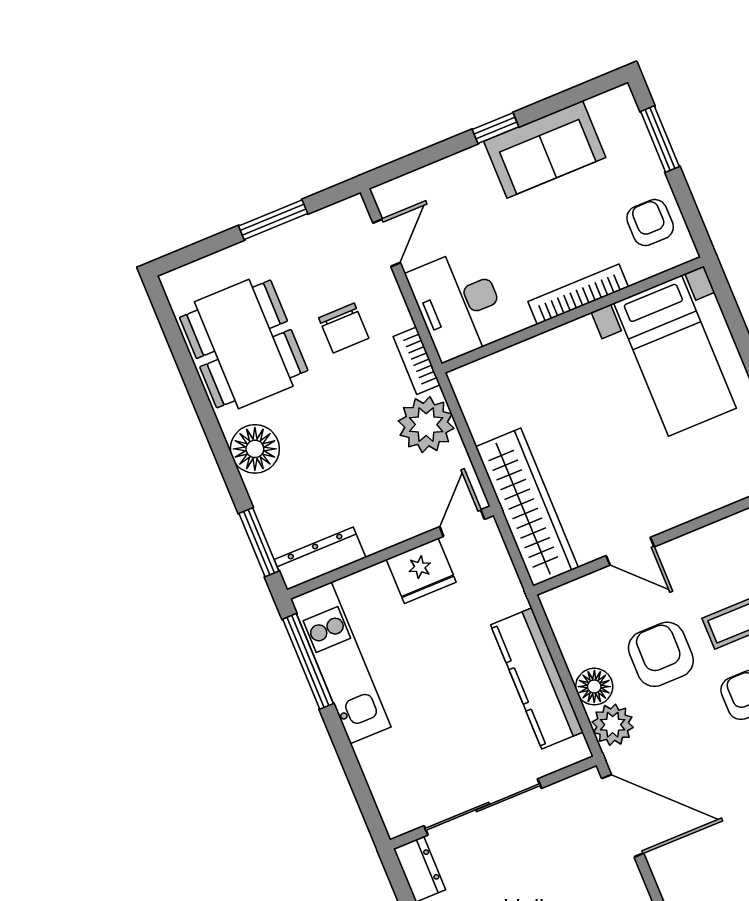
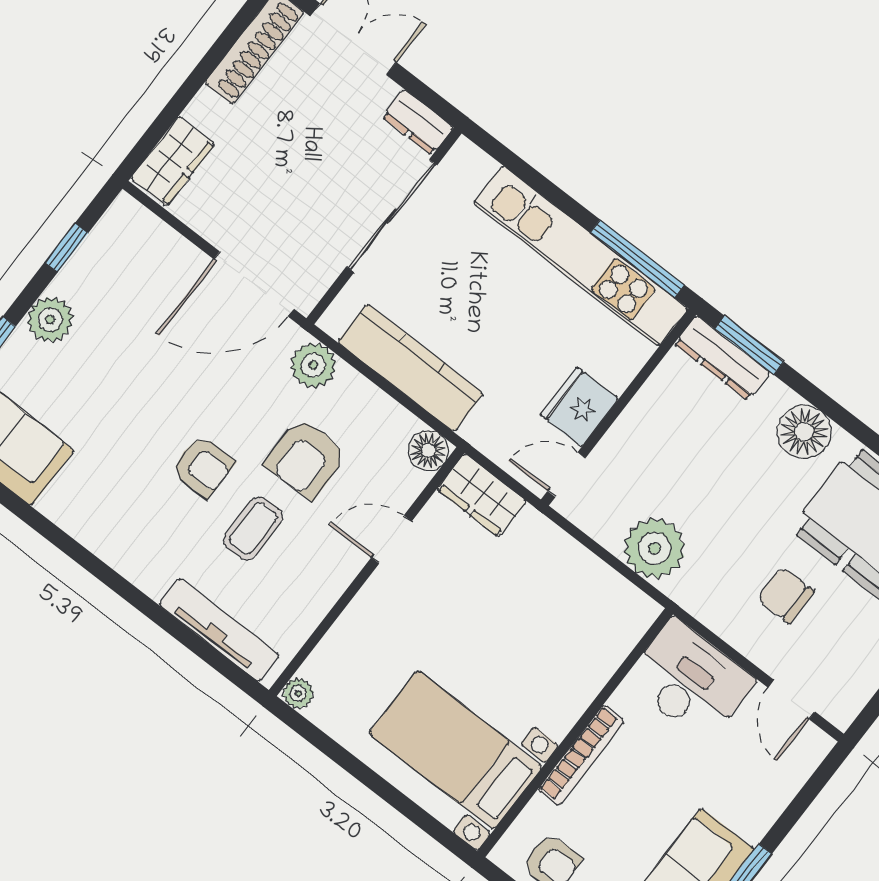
bookcase: (417, 361) -> (698, 604), removed
wardrobe: (527, 507) -> (482, 495), width x0.48, depth x0.85
door: (462, 523) -> (567, 475), swing flipped
dresser: (320, 559) -> (722, 358), moved, turned 90
armchair: (661, 654) -> (306, 458), turned 89
kitchen unit: (341, 663) -> (581, 256), width x1.36
floor lamp: (594, 687) -> (428, 451), moved

